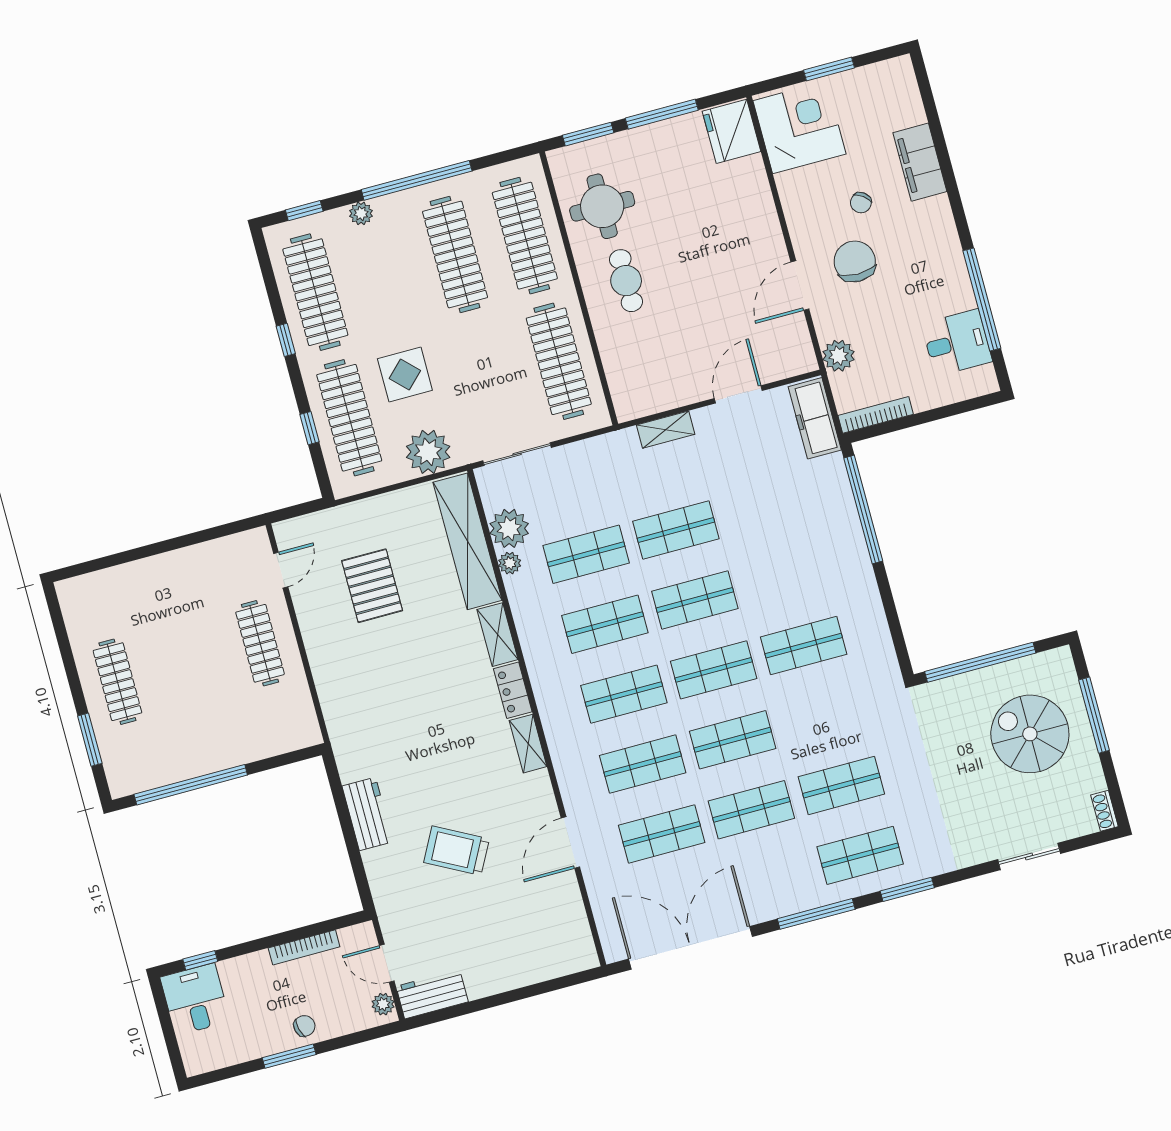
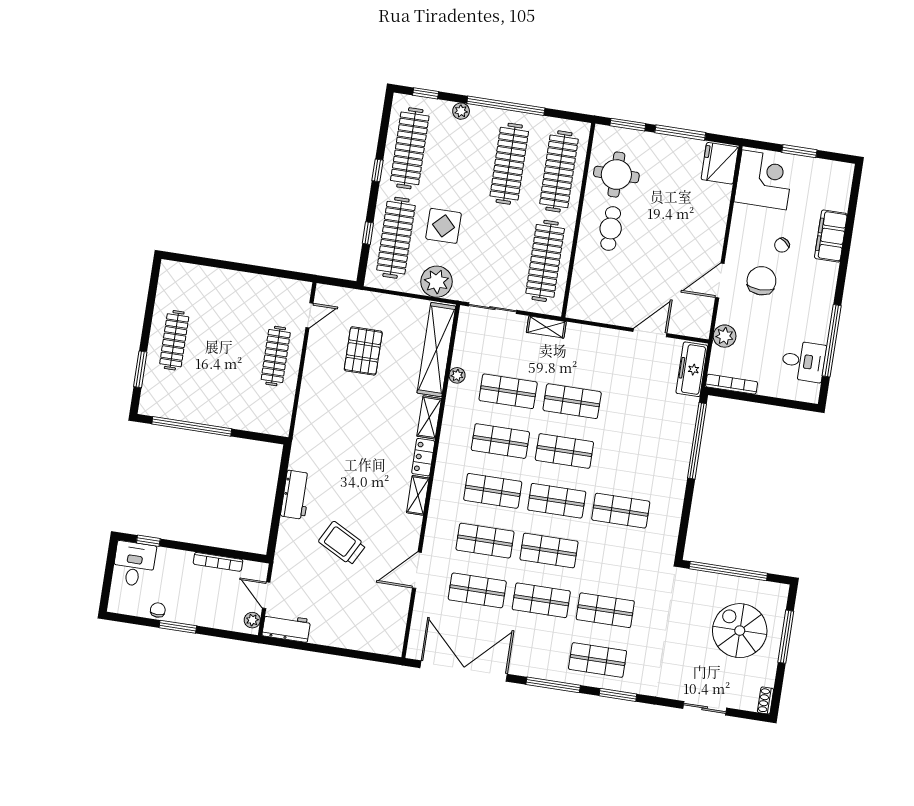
shelving: (666, 430) -> (546, 327), moved
plant: (509, 528) -> (466, 353), removed
chair: (304, 1026) -> (158, 610), moved, turned -76

